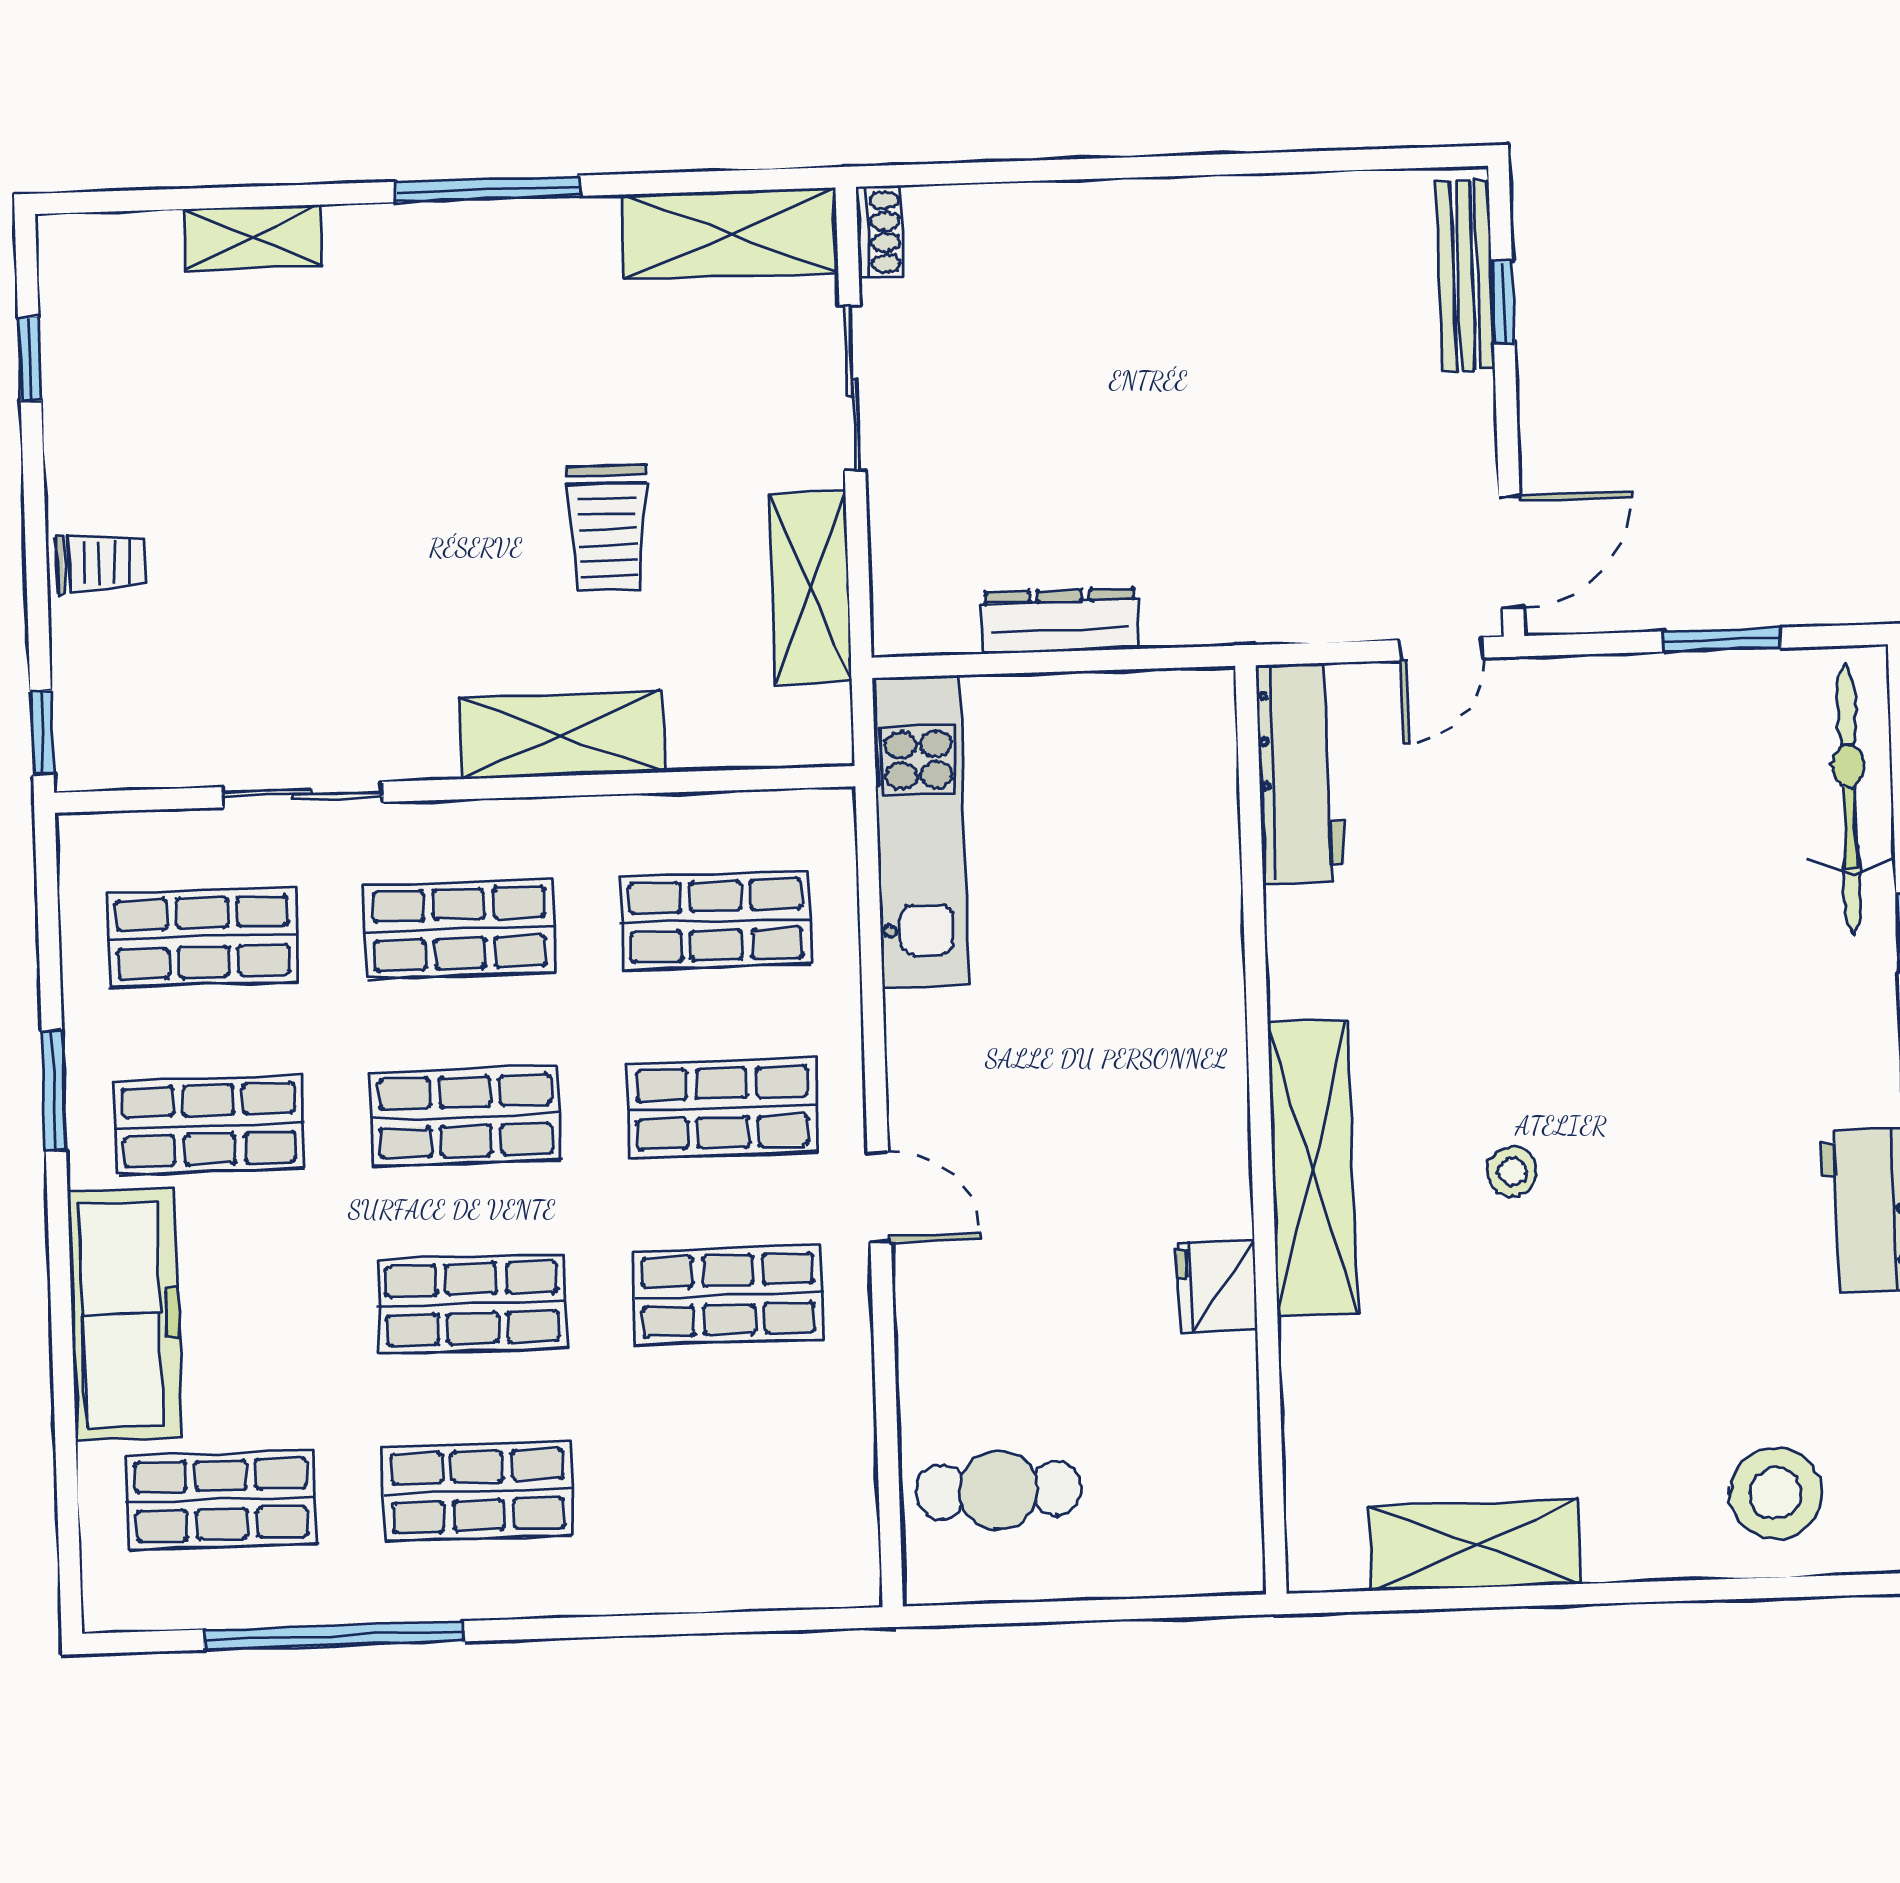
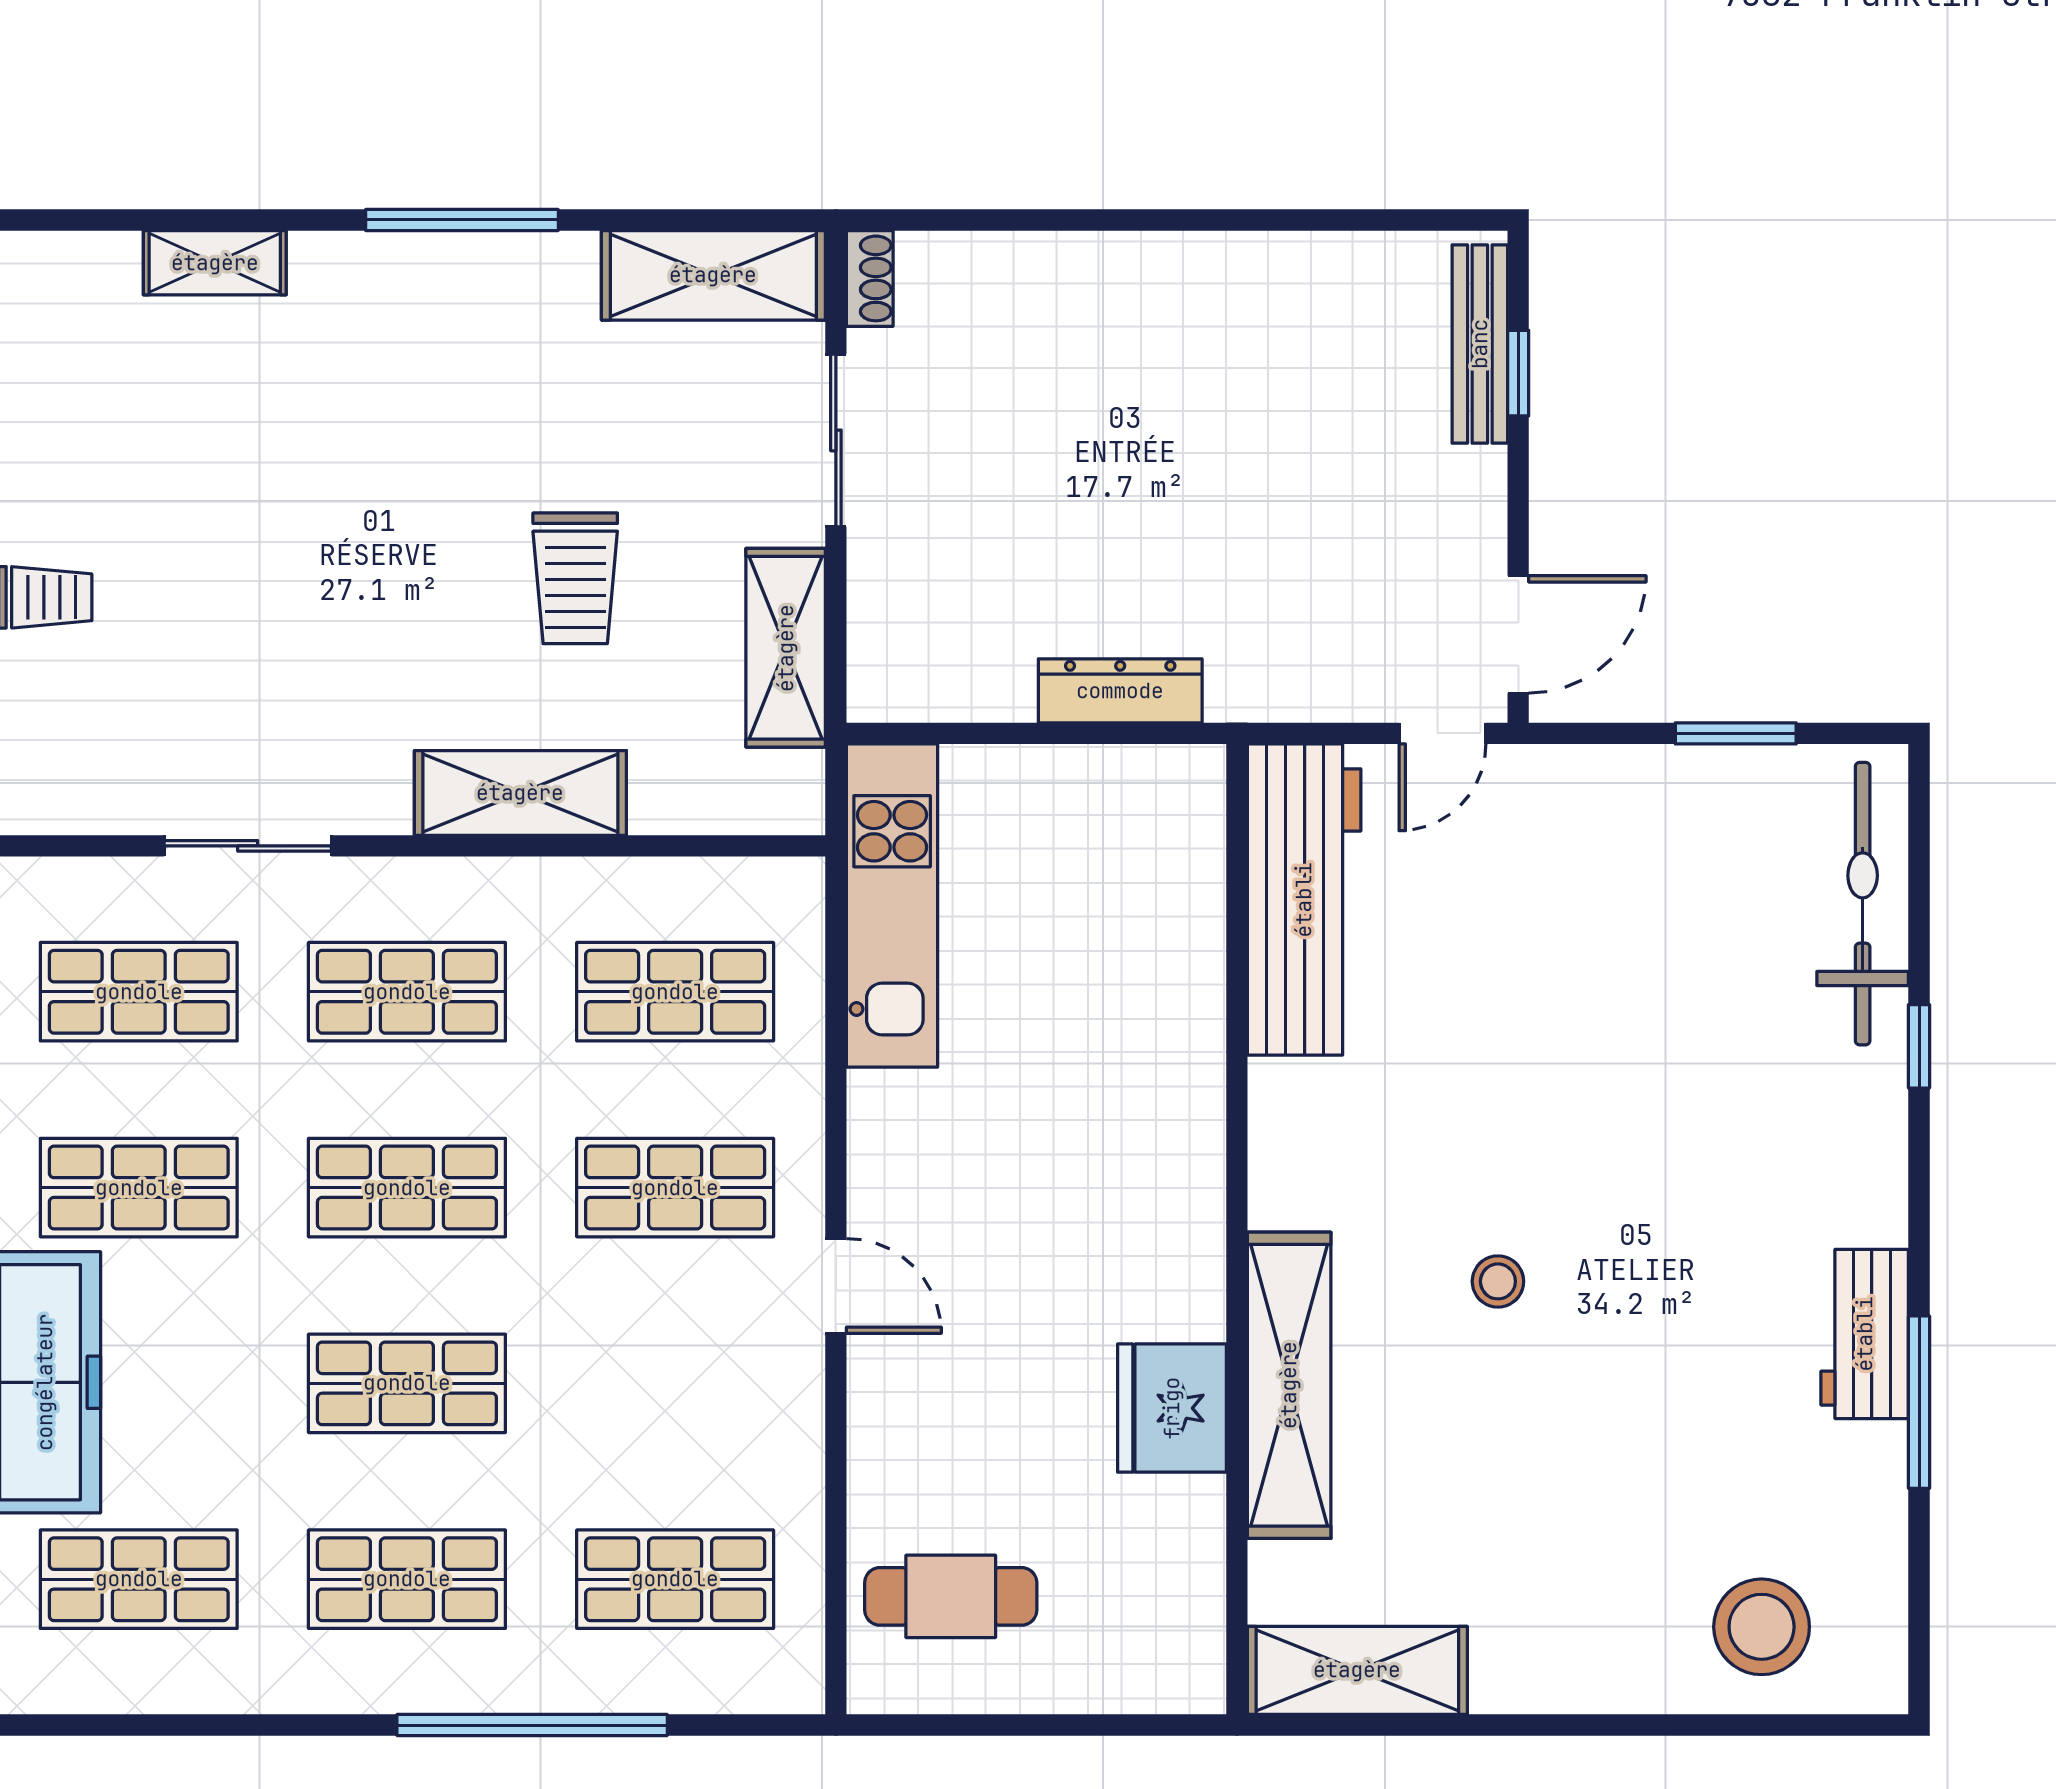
dresser: (1060, 621) -> (1120, 691), moved
workbench: (1300, 773) -> (1304, 900), width x1.36, depth x1.32
shelving: (1312, 1168) -> (1289, 1385), moved
fridge: (1217, 1286) -> (1172, 1408), width x1.36, depth x1.34
shop shelf: (728, 1295) -> (675, 1579), moved
shelving: (1475, 1545) -> (1357, 1670), moved
window: (333, 1635) -> (532, 1725), moved

